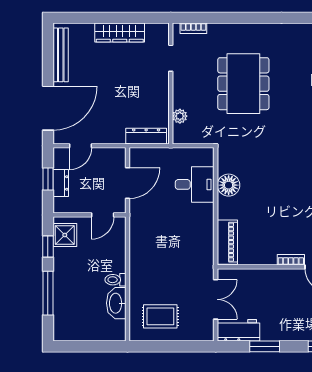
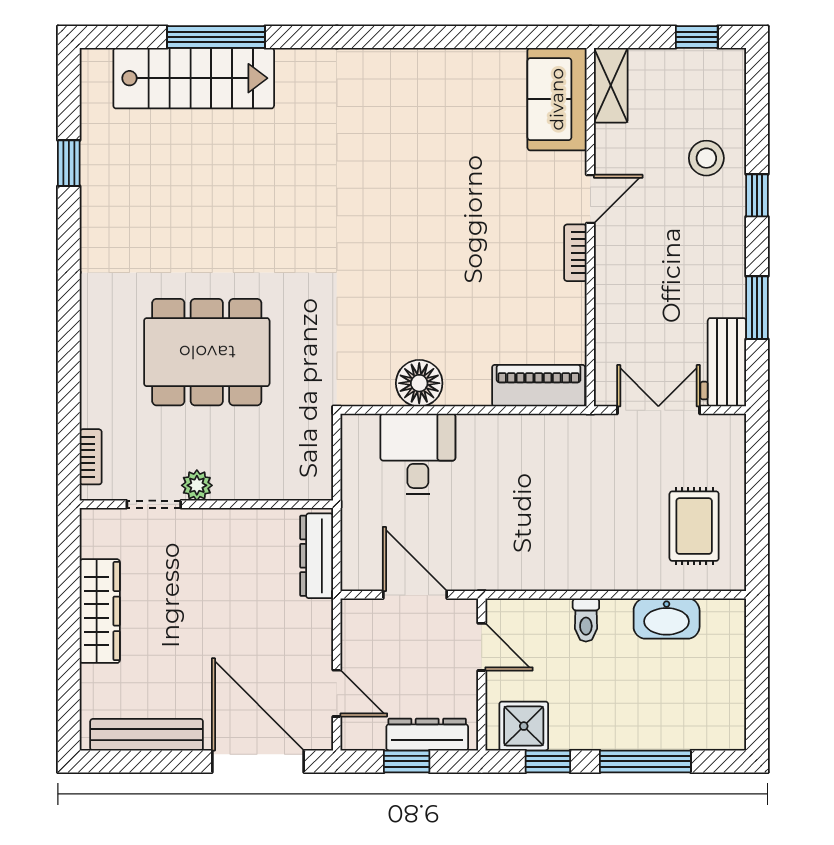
plant: (180, 116) -> (197, 485), moved
dresser: (61, 183) -> (427, 735), width x1.44
toilet: (115, 280) -> (586, 620), moved

